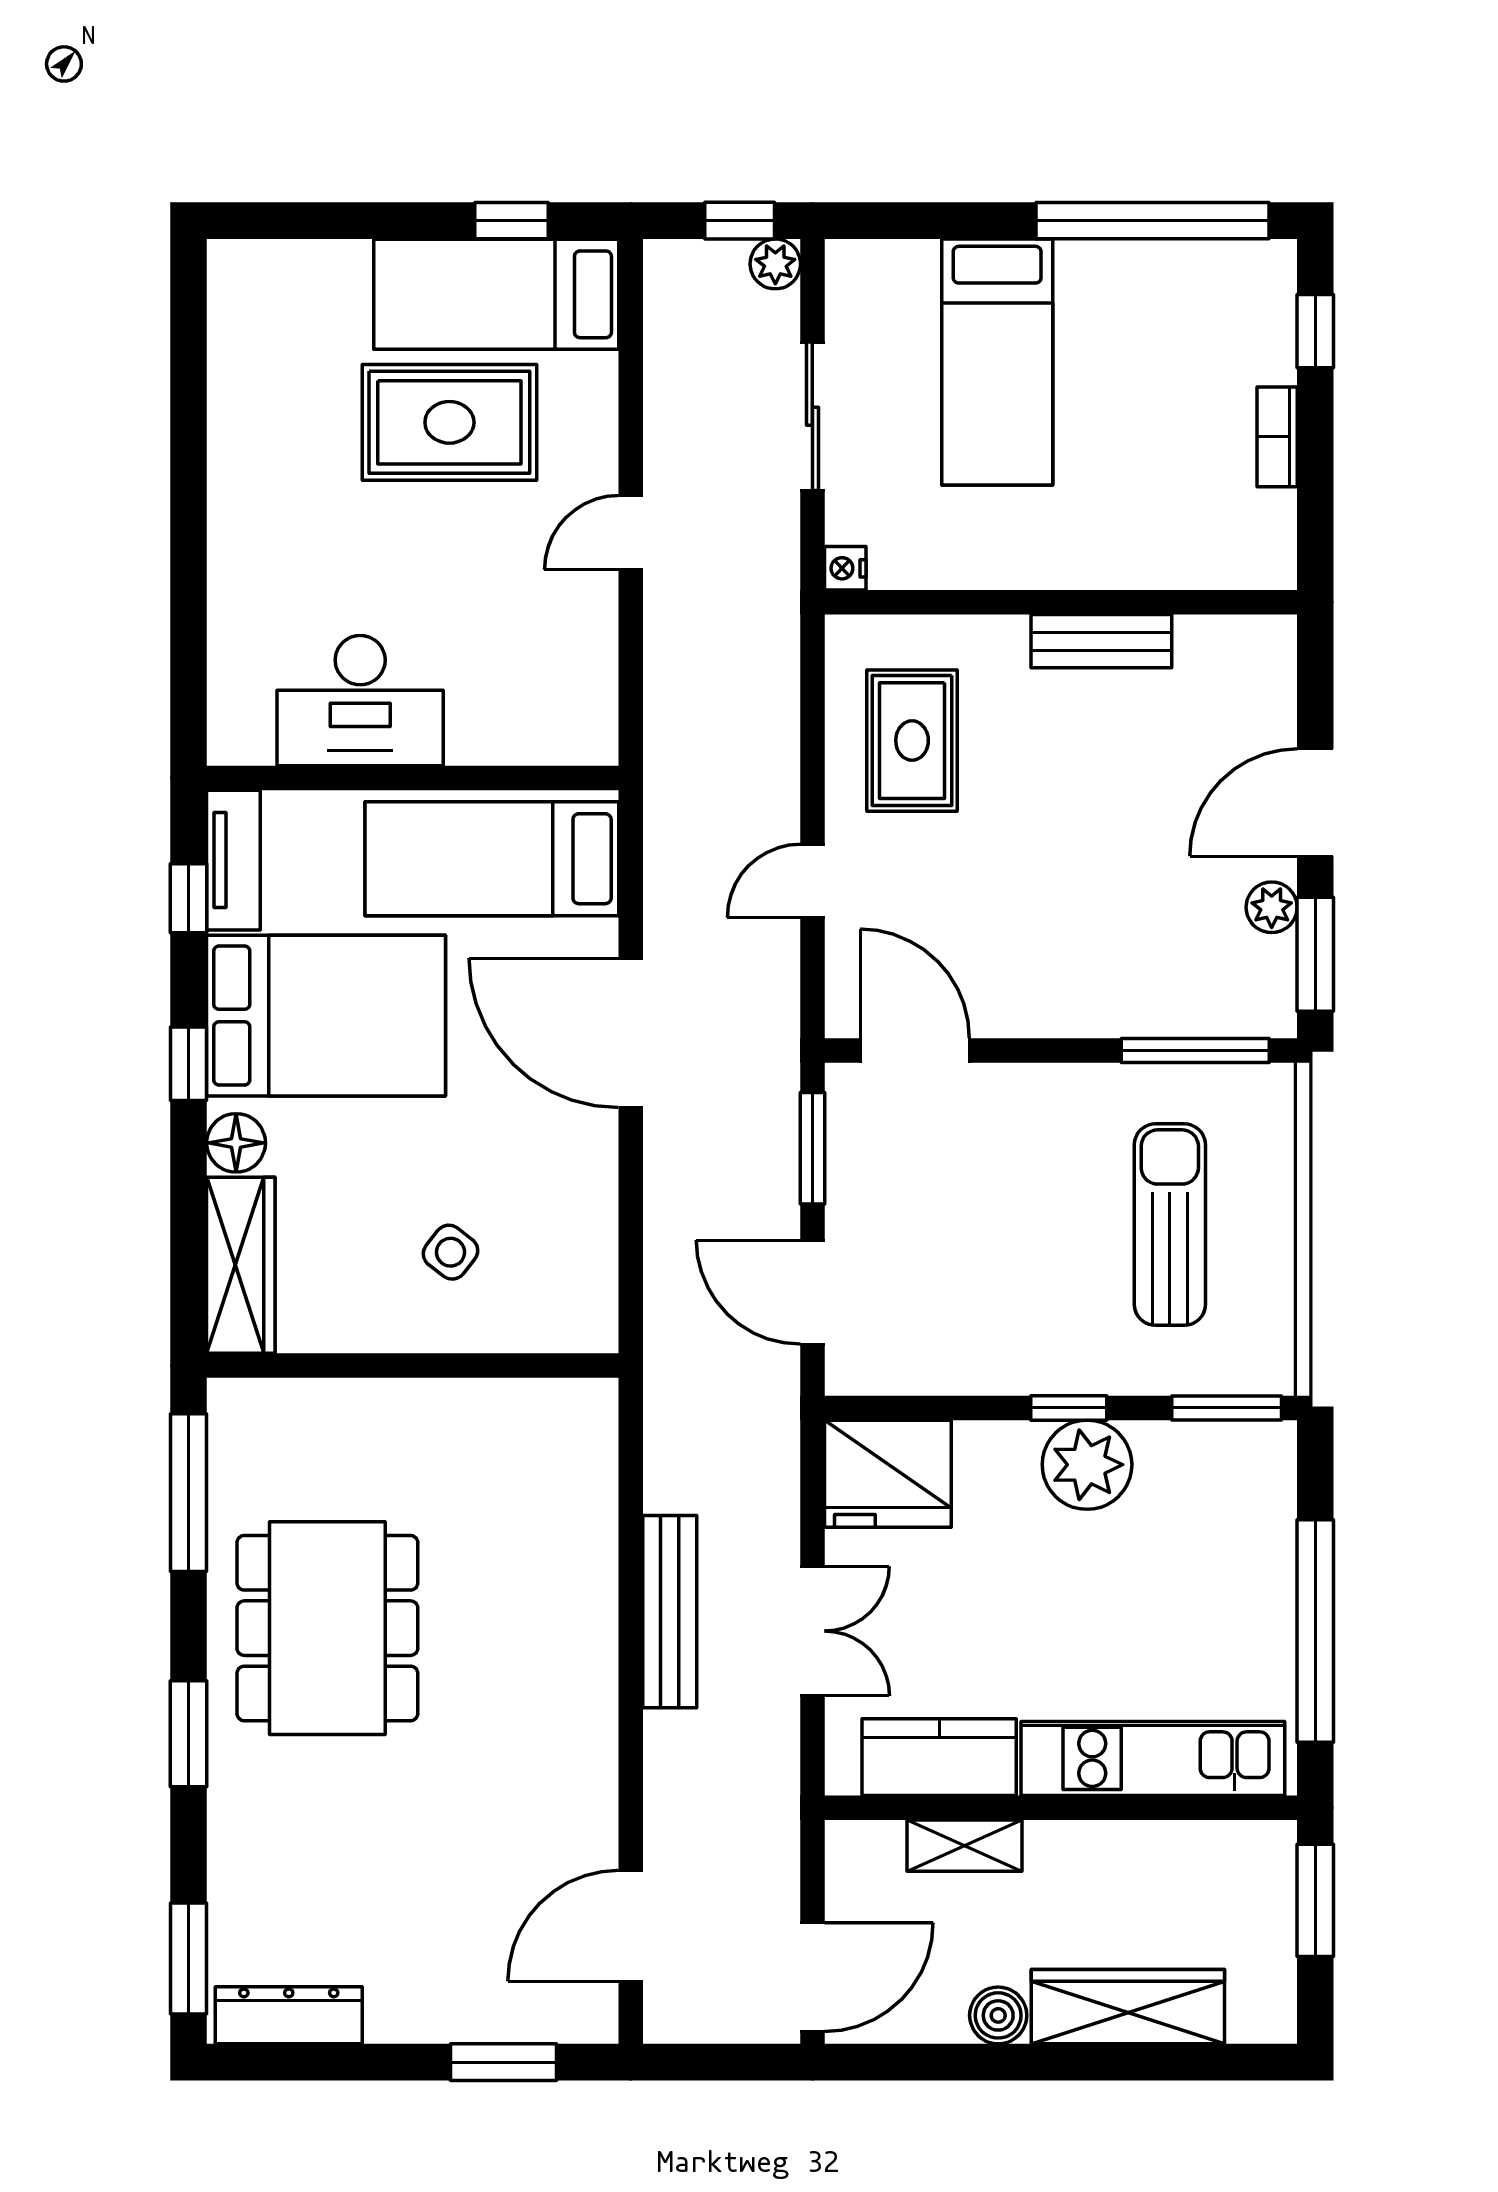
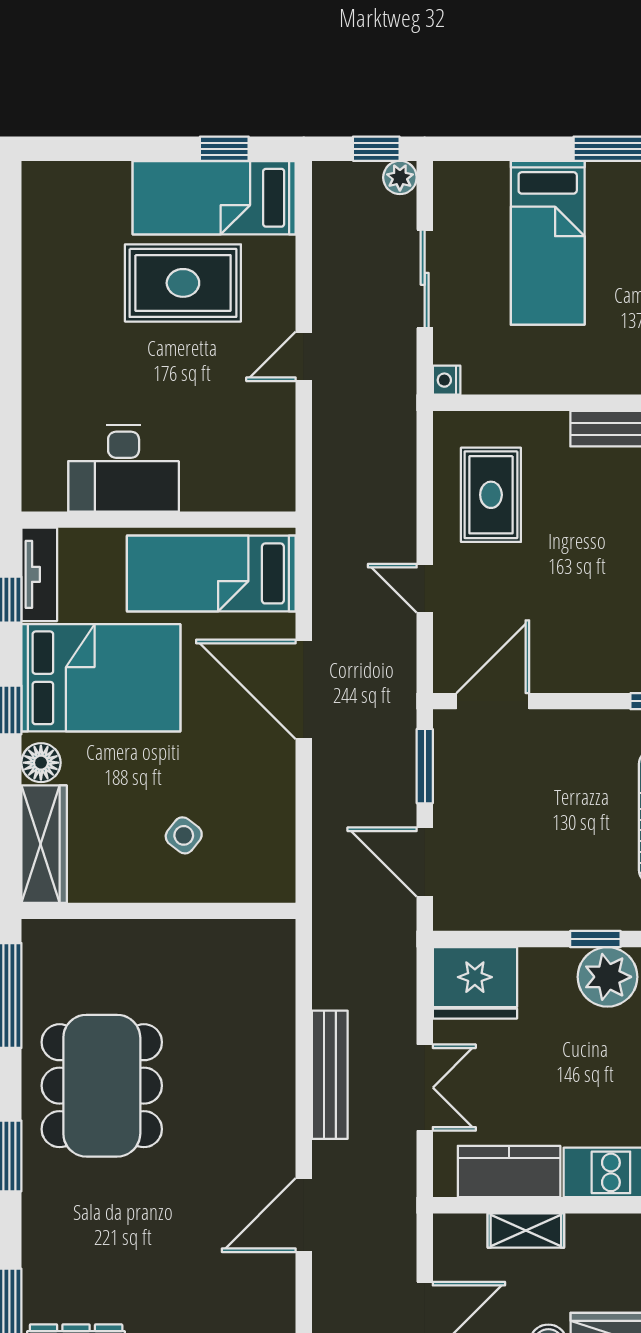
door: (812, 881) -> (425, 588), hinge flipped
door: (915, 1051) -> (493, 701), hinge flipped
door: (631, 1926) -> (304, 1215), moved

